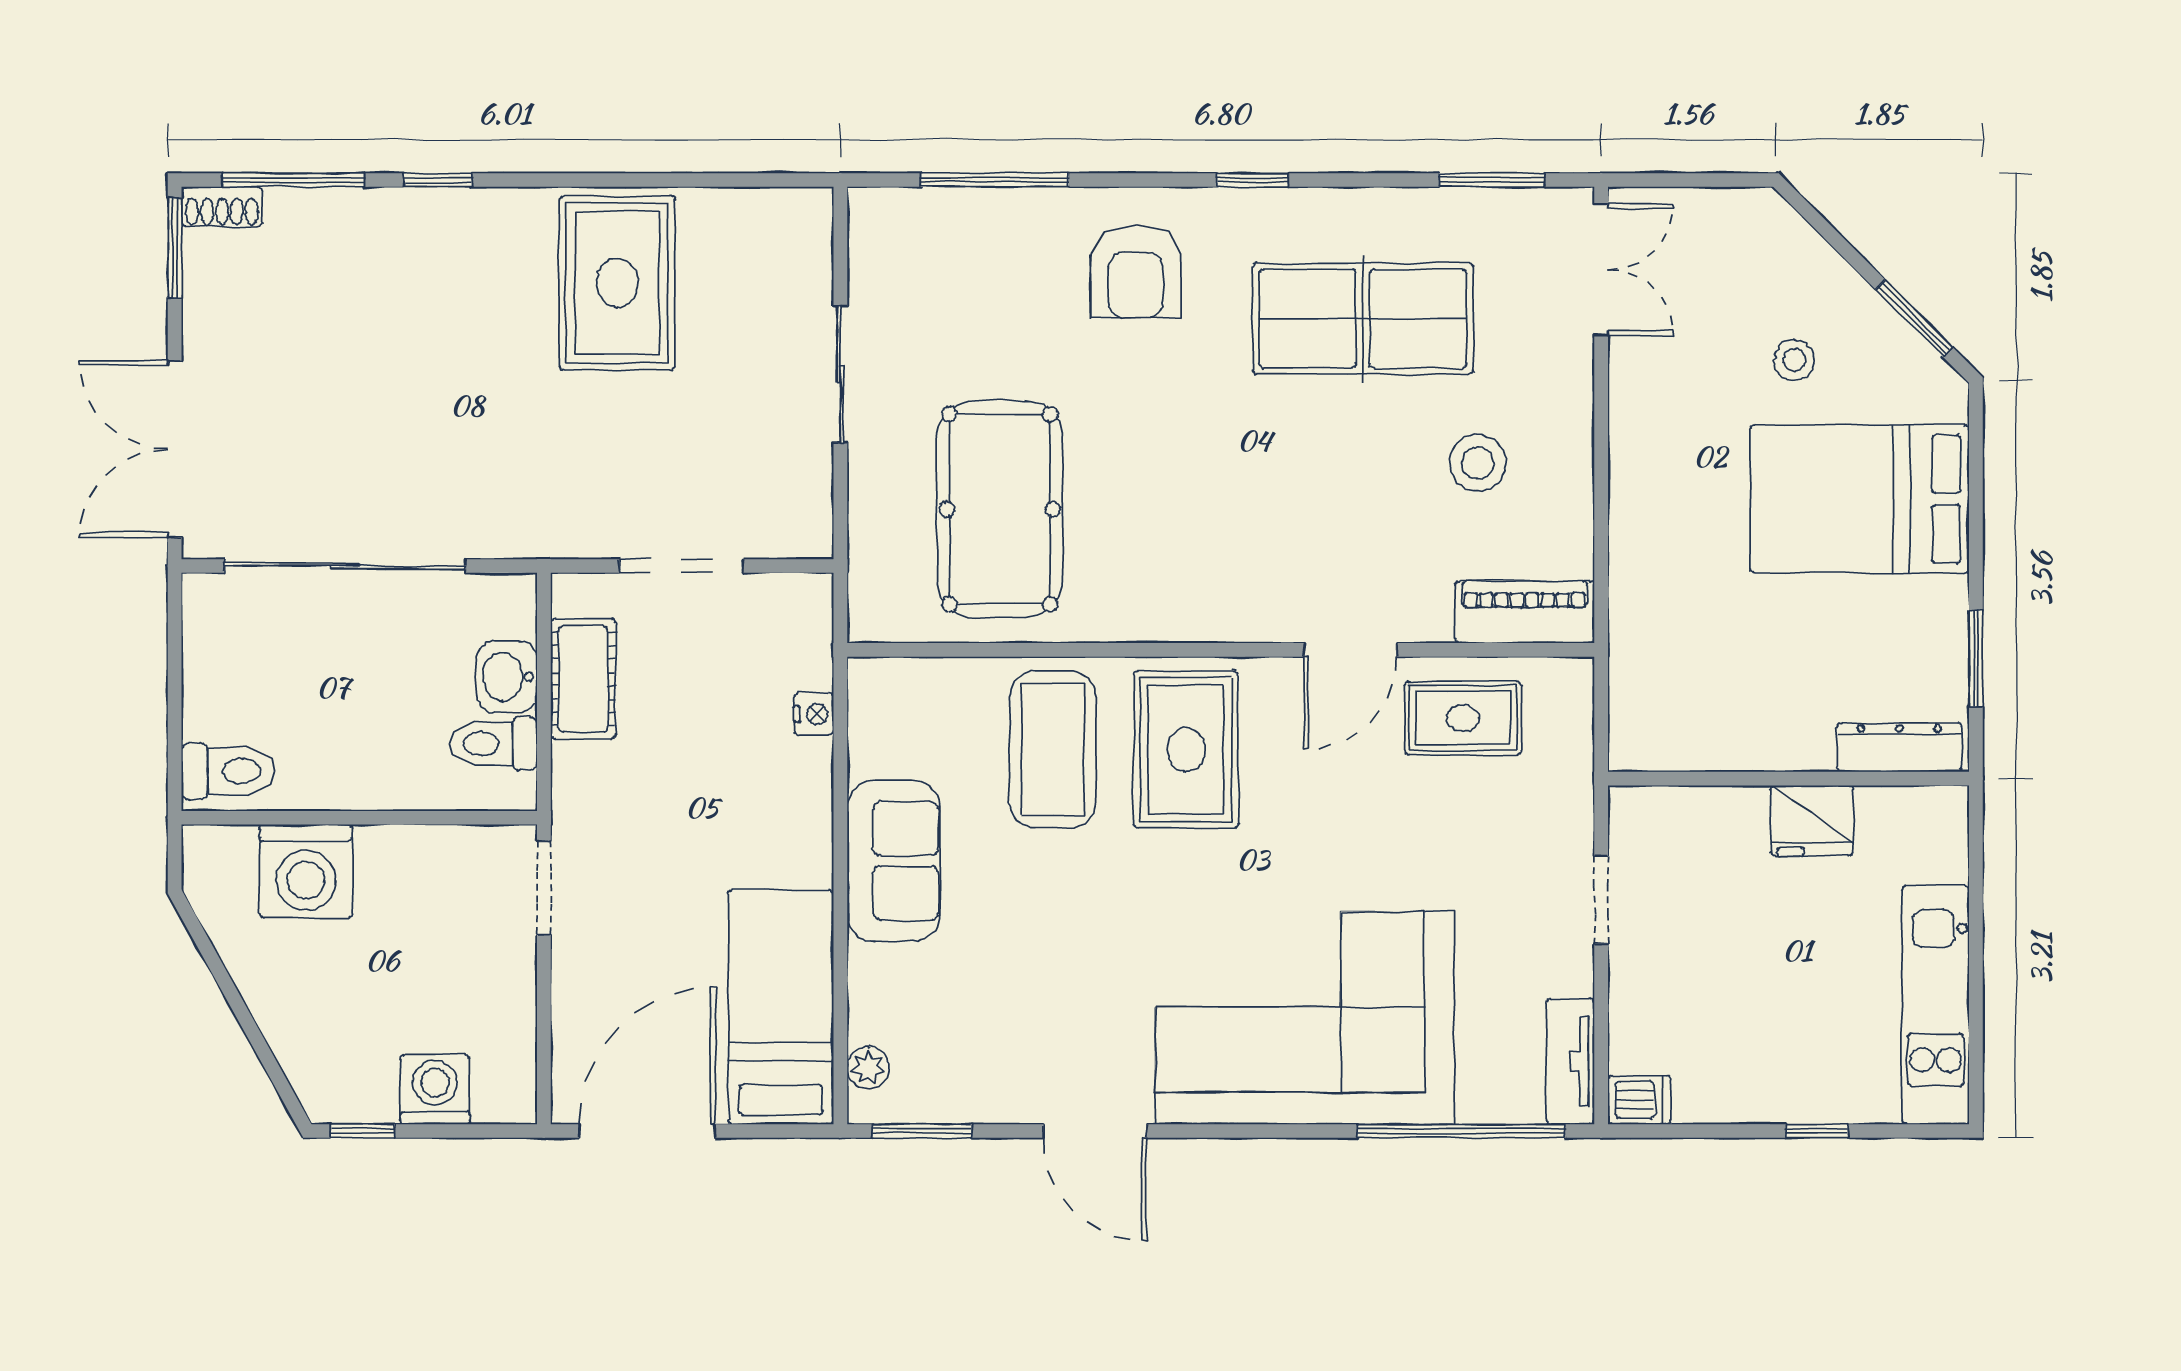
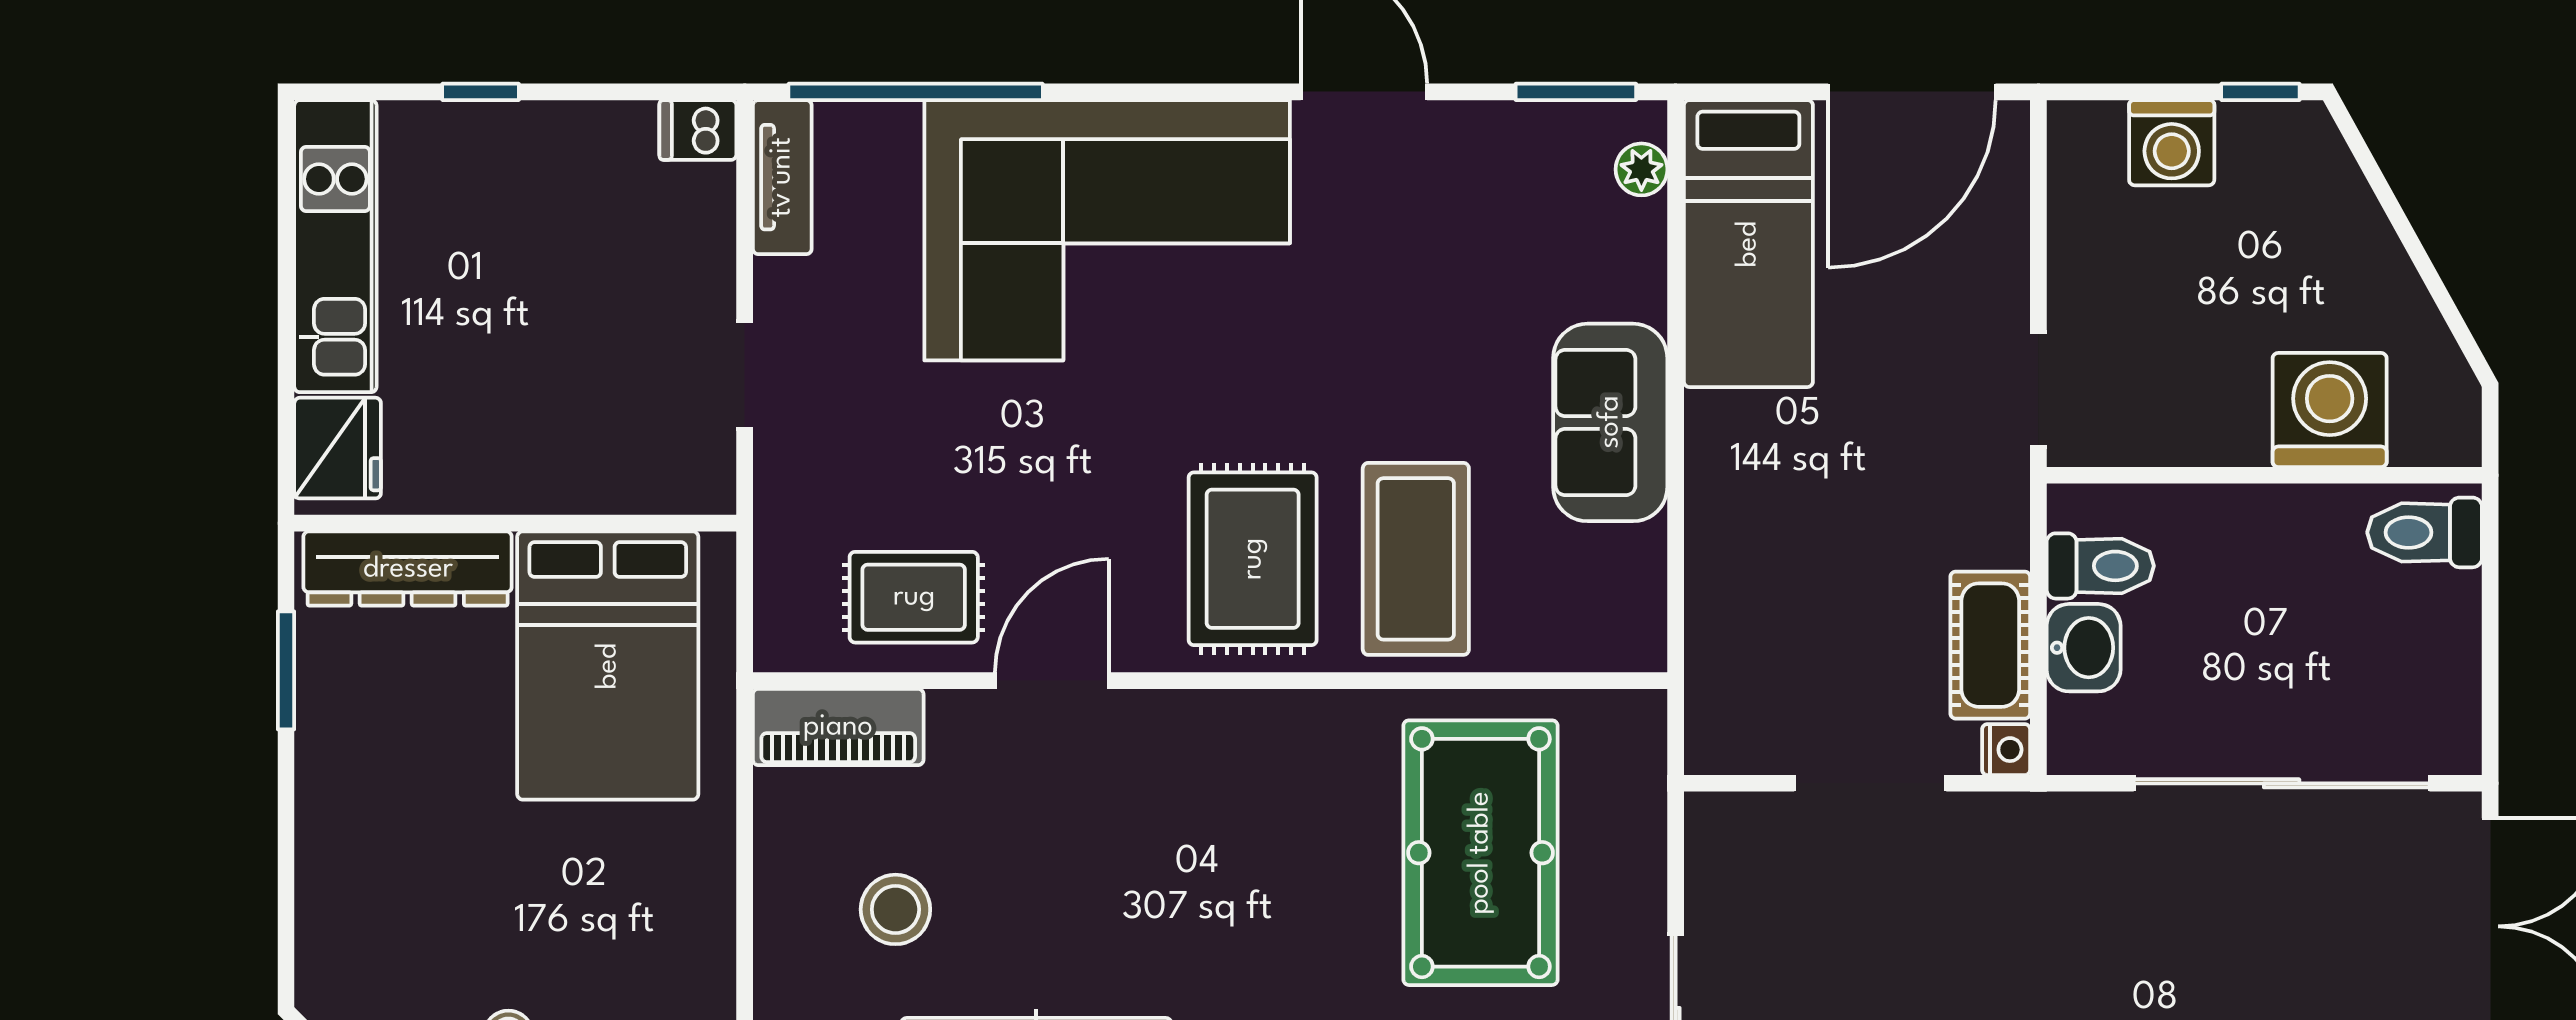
bed: (1860, 499) -> (608, 666), moved, turned 90
nightstand: (814, 714) -> (2006, 750), moved, turned 180
dresser: (1899, 747) -> (408, 569), width x1.37, depth x1.24
fridge: (1812, 821) -> (338, 448), moved, turned 90

